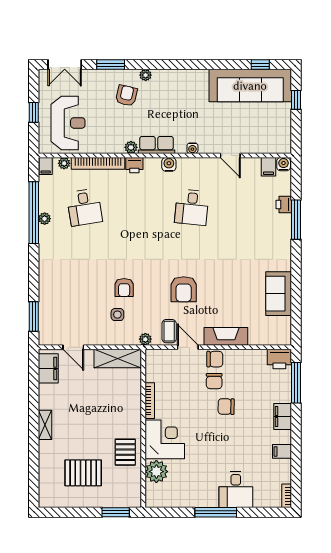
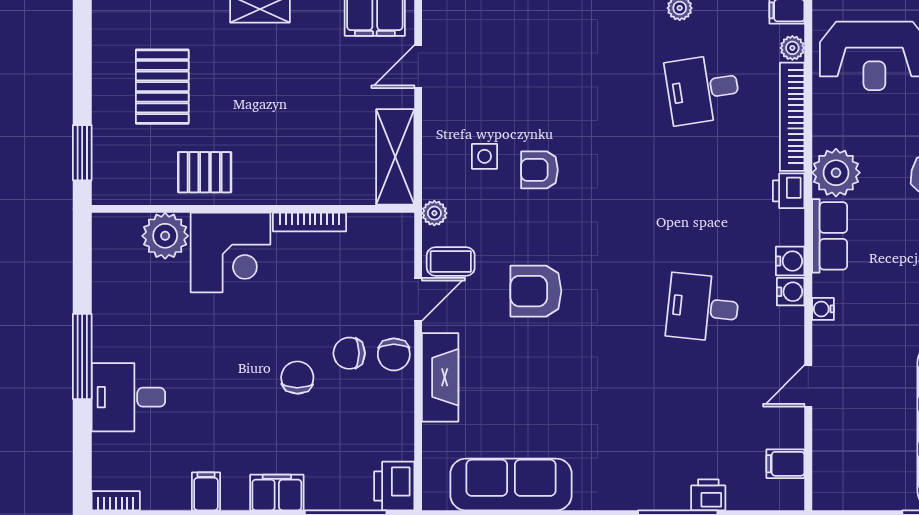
plant: (131, 147) -> (836, 173), width x1.87, depth x1.87
water cooler: (284, 164) -> (791, 292), moved
sofa: (279, 294) -> (511, 484), width x1.36

